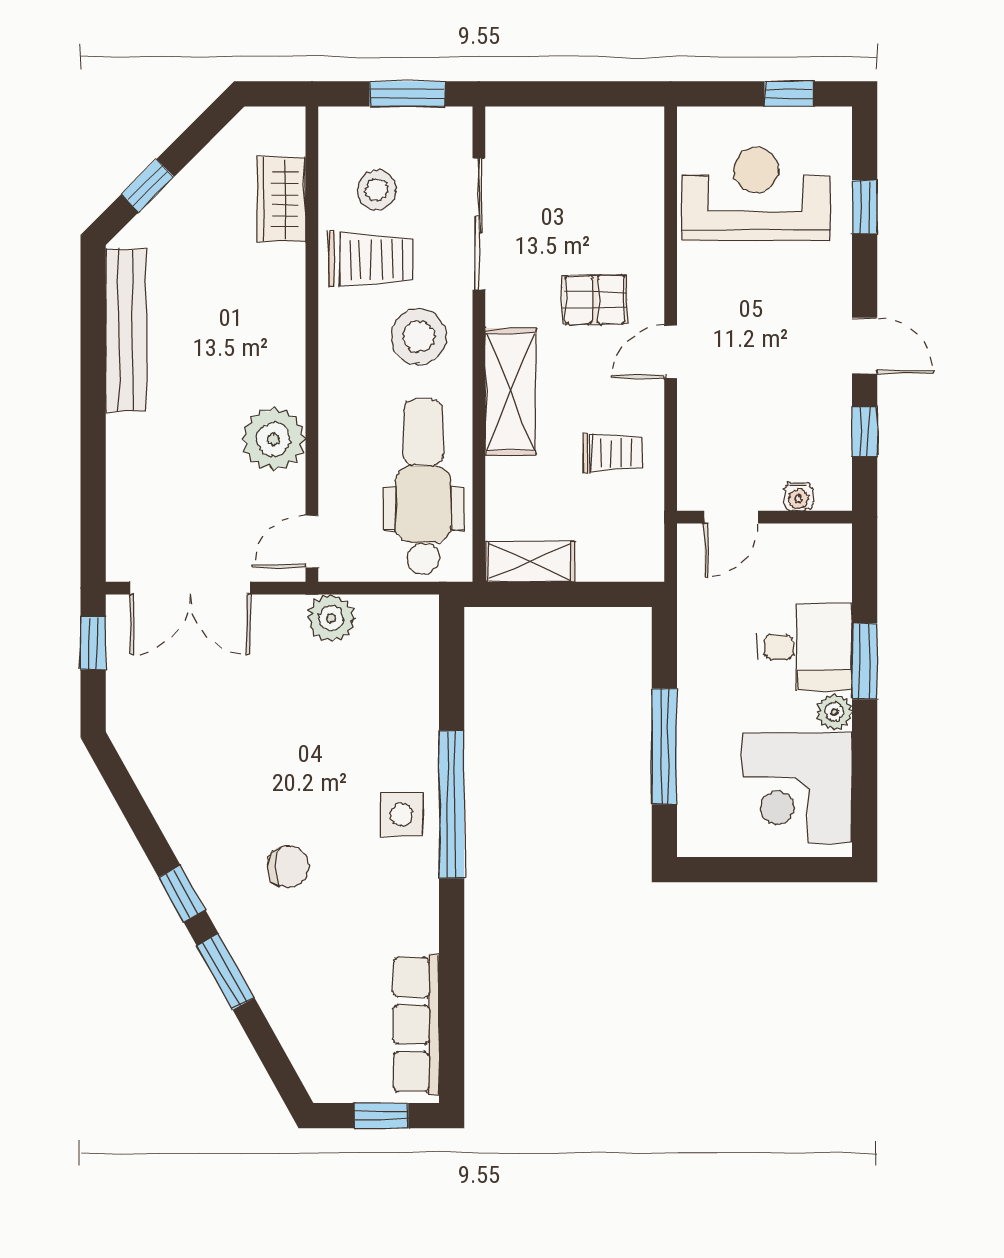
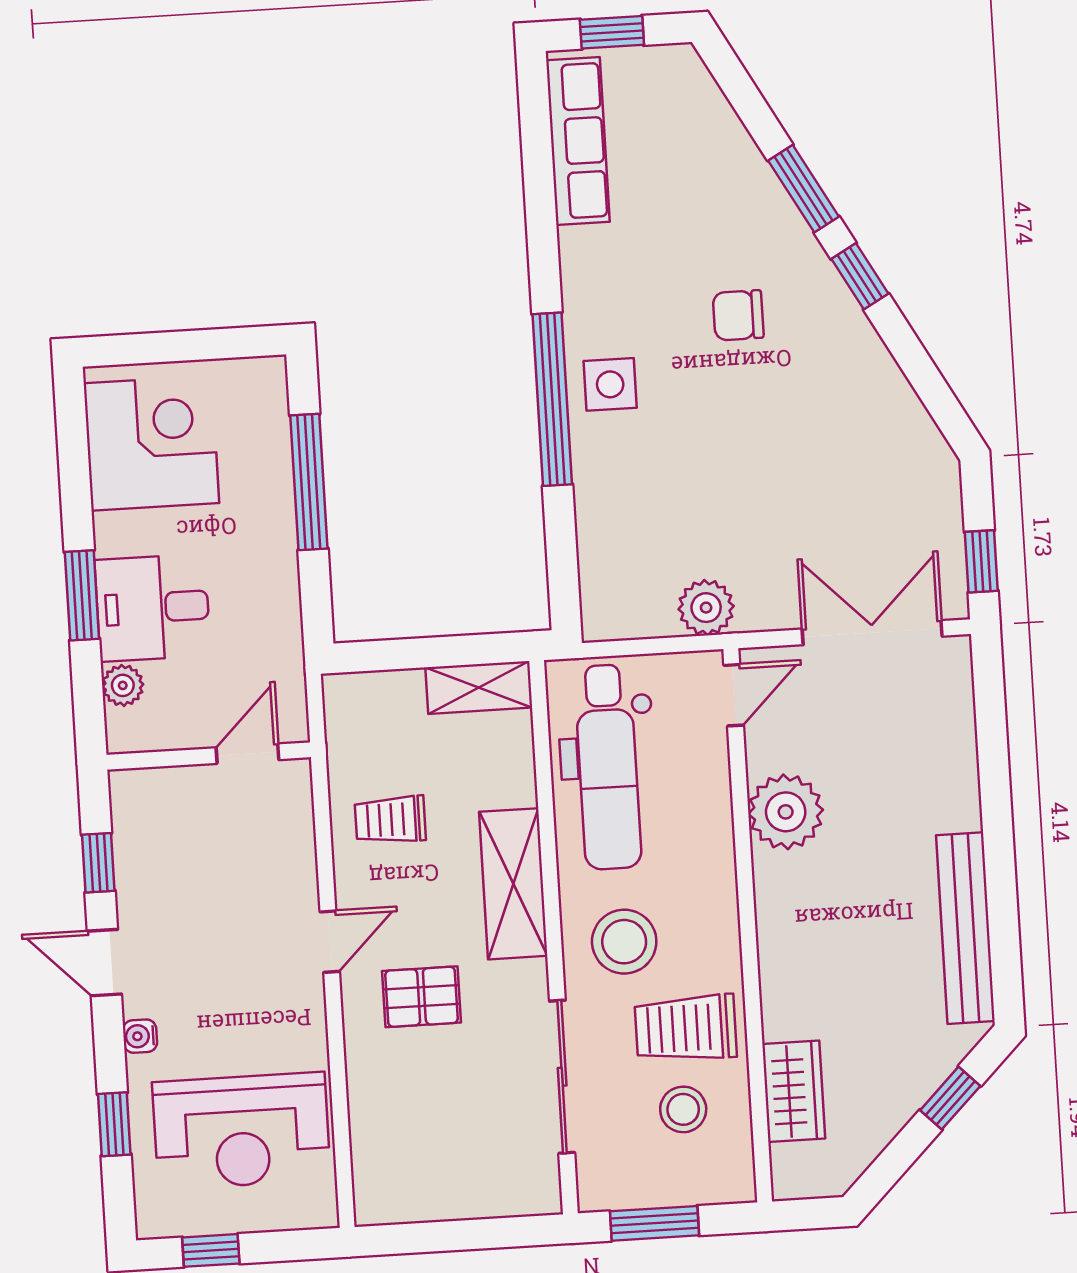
water cooler: (799, 497) -> (140, 1036), moved, turned -90
plant: (834, 712) -> (123, 685), moved

